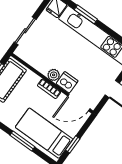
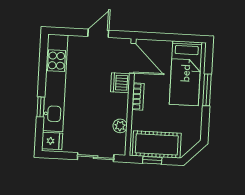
window: (86, 14) -> (41, 107), width x0.67
plant: (54, 75) -> (120, 126), moved
window: (73, 144) -> (178, 38), removed

